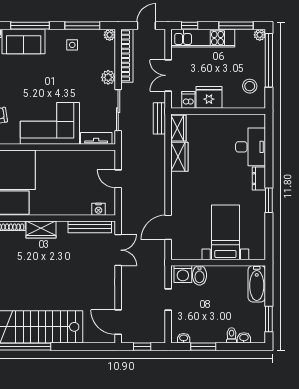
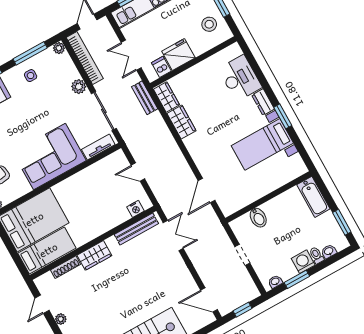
bed with nightstands: (225, 232) -> (262, 144), moved, turned -90
washing machine: (183, 274) -> (303, 262), moved, turned 180

